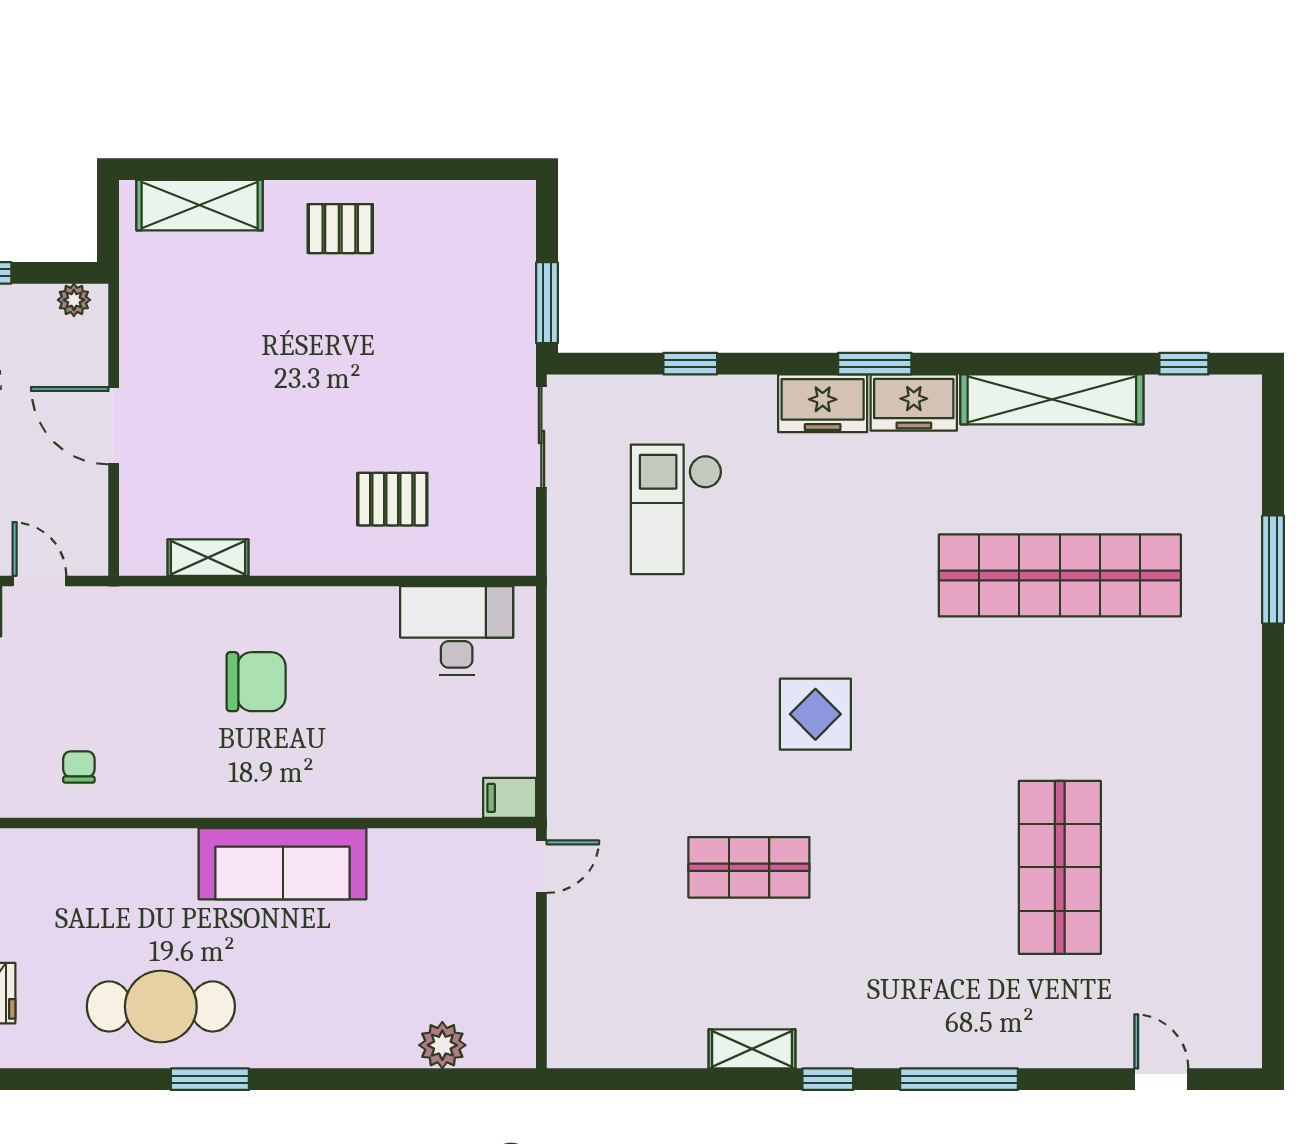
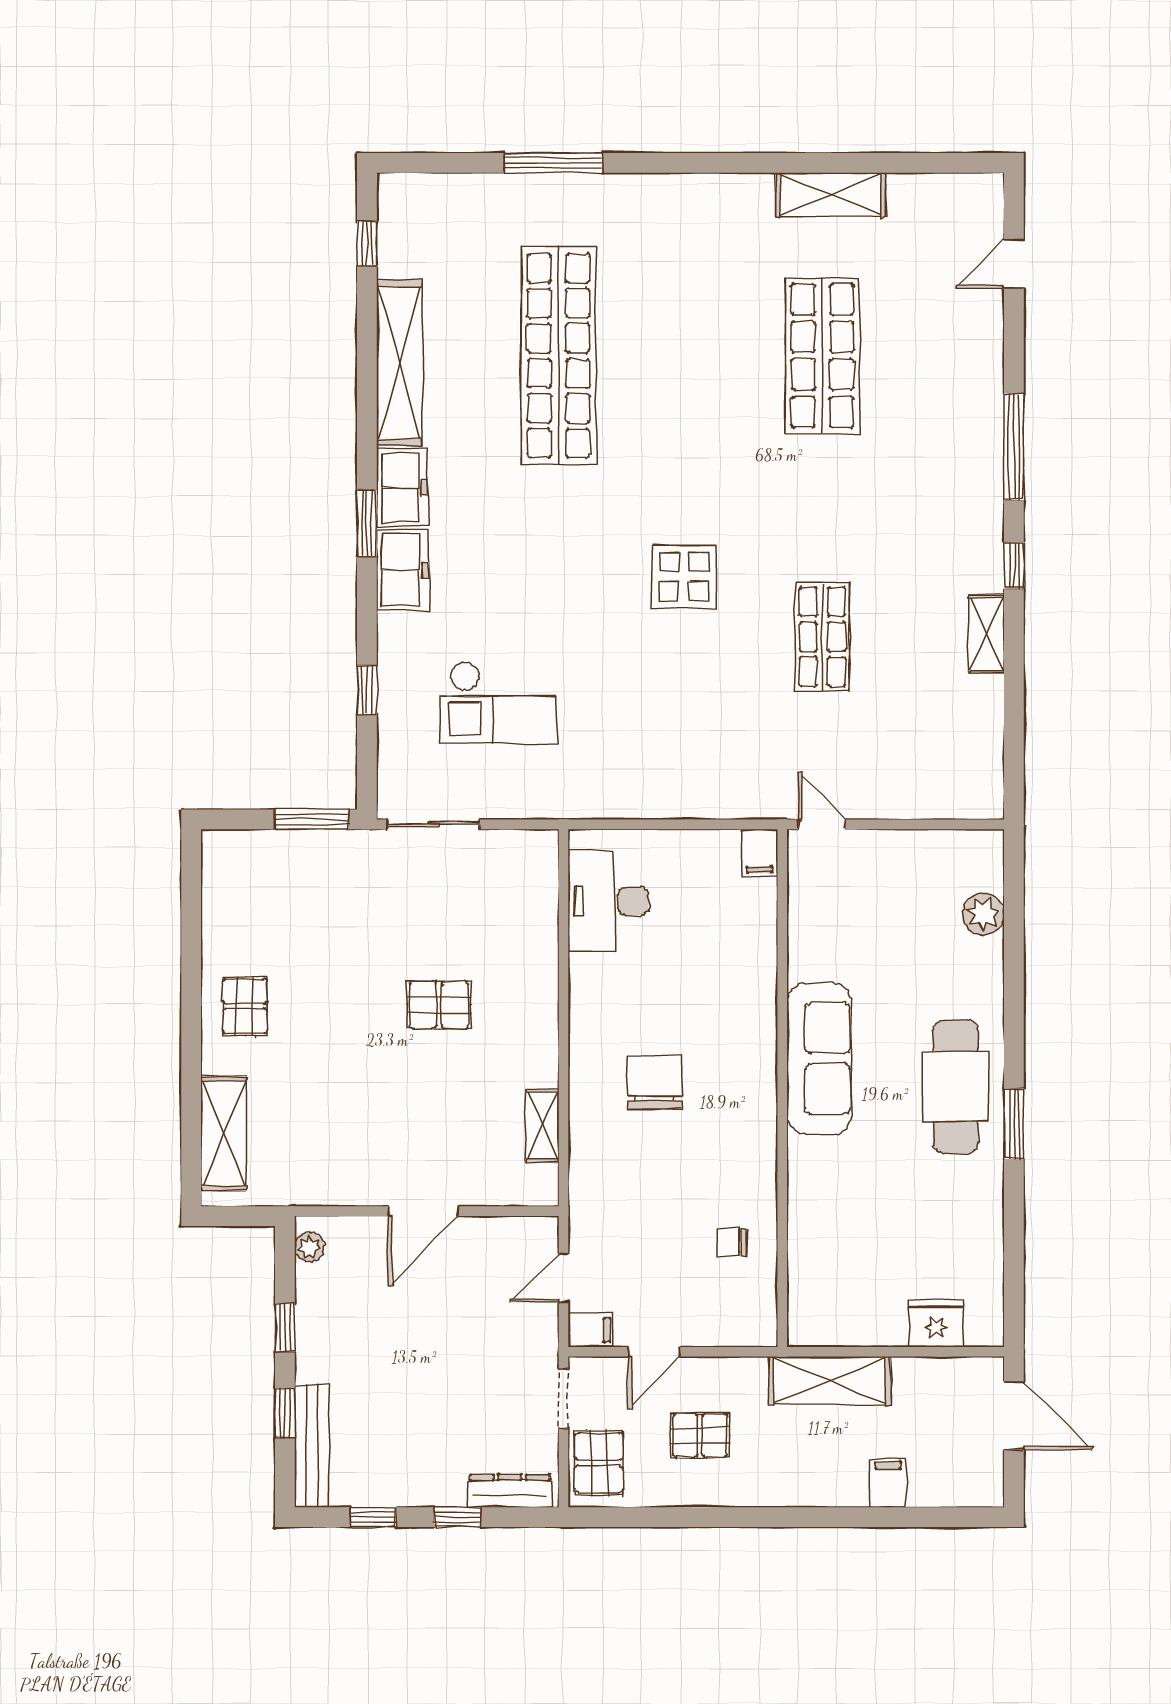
pallet: (392, 499) -> (439, 1005), moved, turned 90
shop shelf: (1060, 867) -> (822, 356), turned 90
shelving: (1238, 876) -> (830, 195), added
cafe table: (161, 1006) -> (956, 1087), moved

